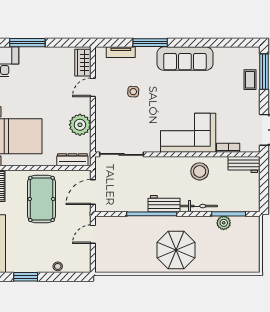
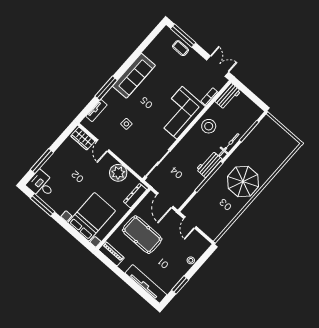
plant: (224, 223) -> (252, 139), removed

